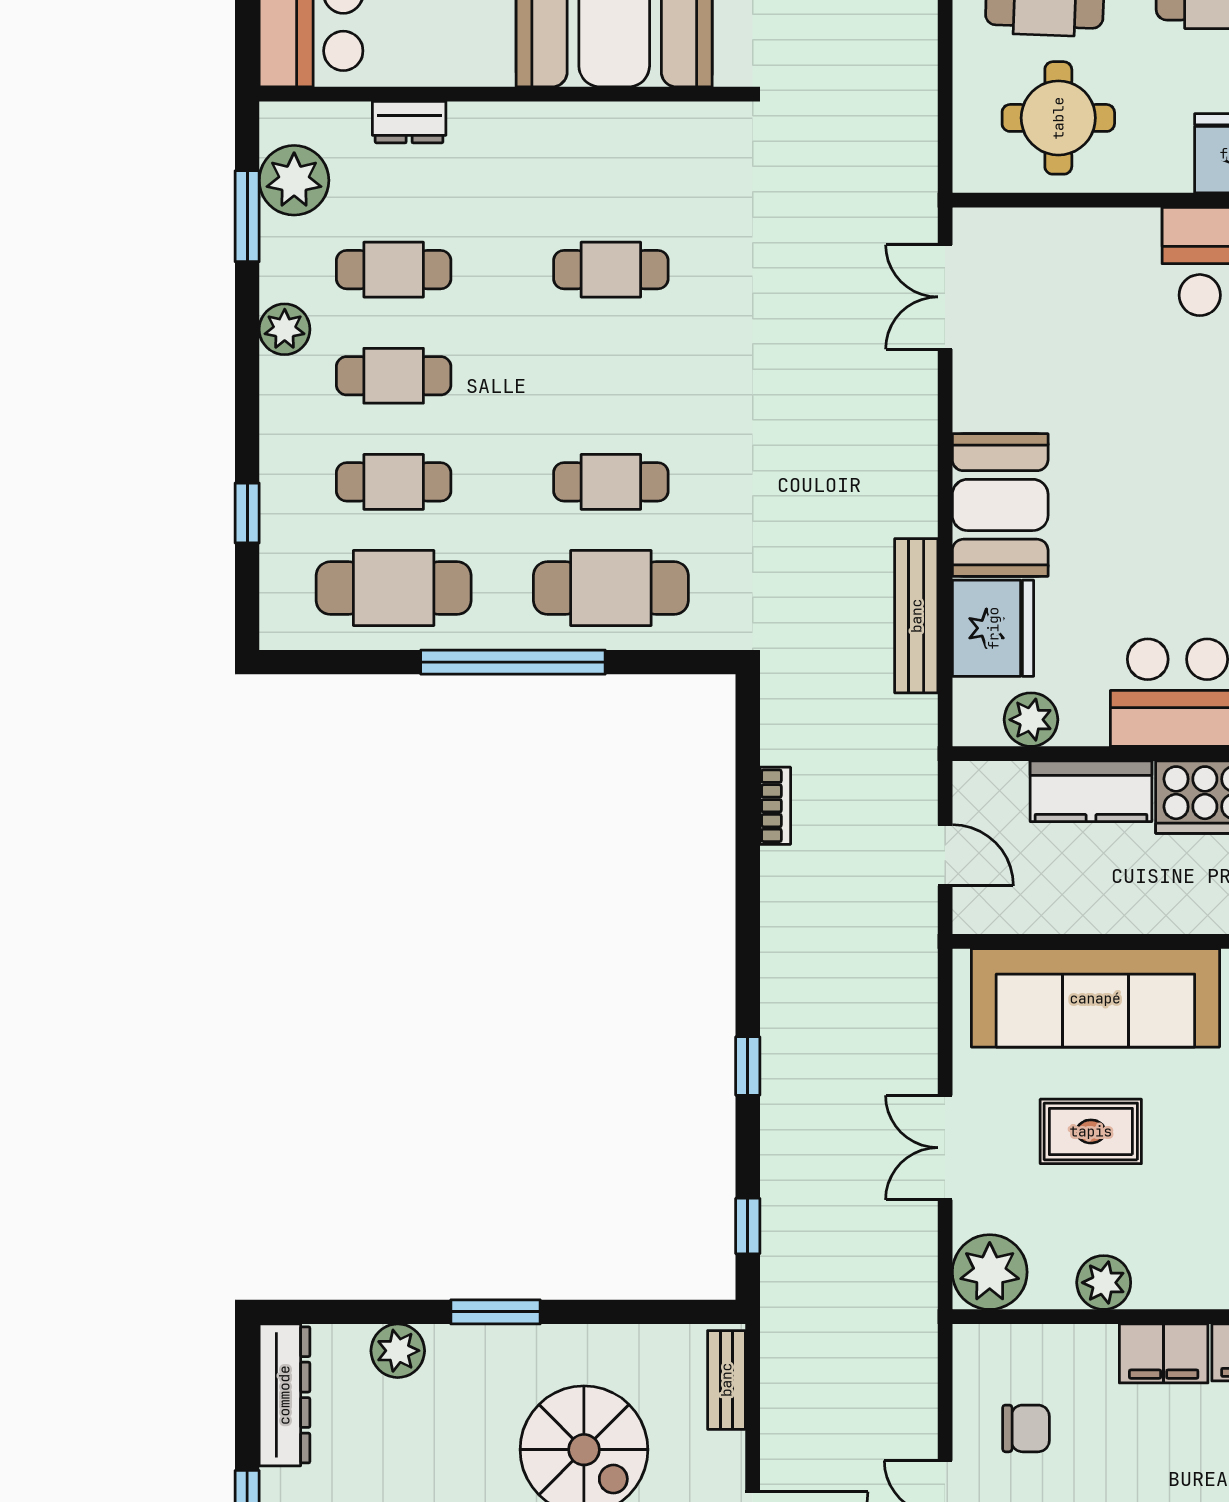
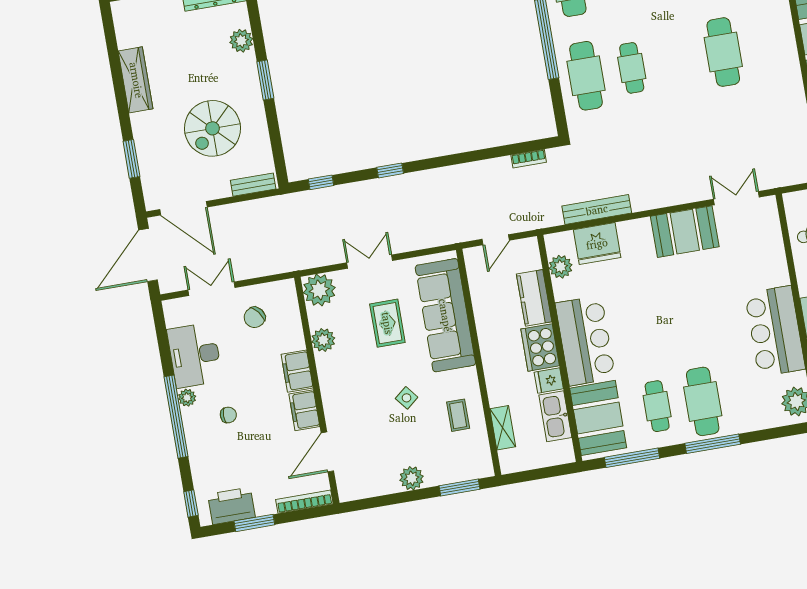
cafe table: (611, 270) -> (723, 52), width x1.37, depth x1.35
booth: (1000, 505) -> (685, 232), moved
bookcase: (775, 806) -> (529, 159), moved
chair: (1026, 1428) -> (255, 317), turned 53

